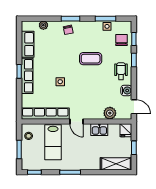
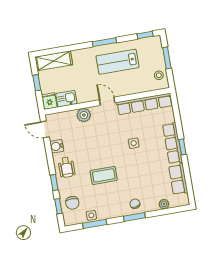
plant: (110, 113) -> (84, 115), moved
kitchen sink: (99, 130) -> (66, 99), moved
lab bench: (53, 142) -> (117, 62), moved, turned -90

